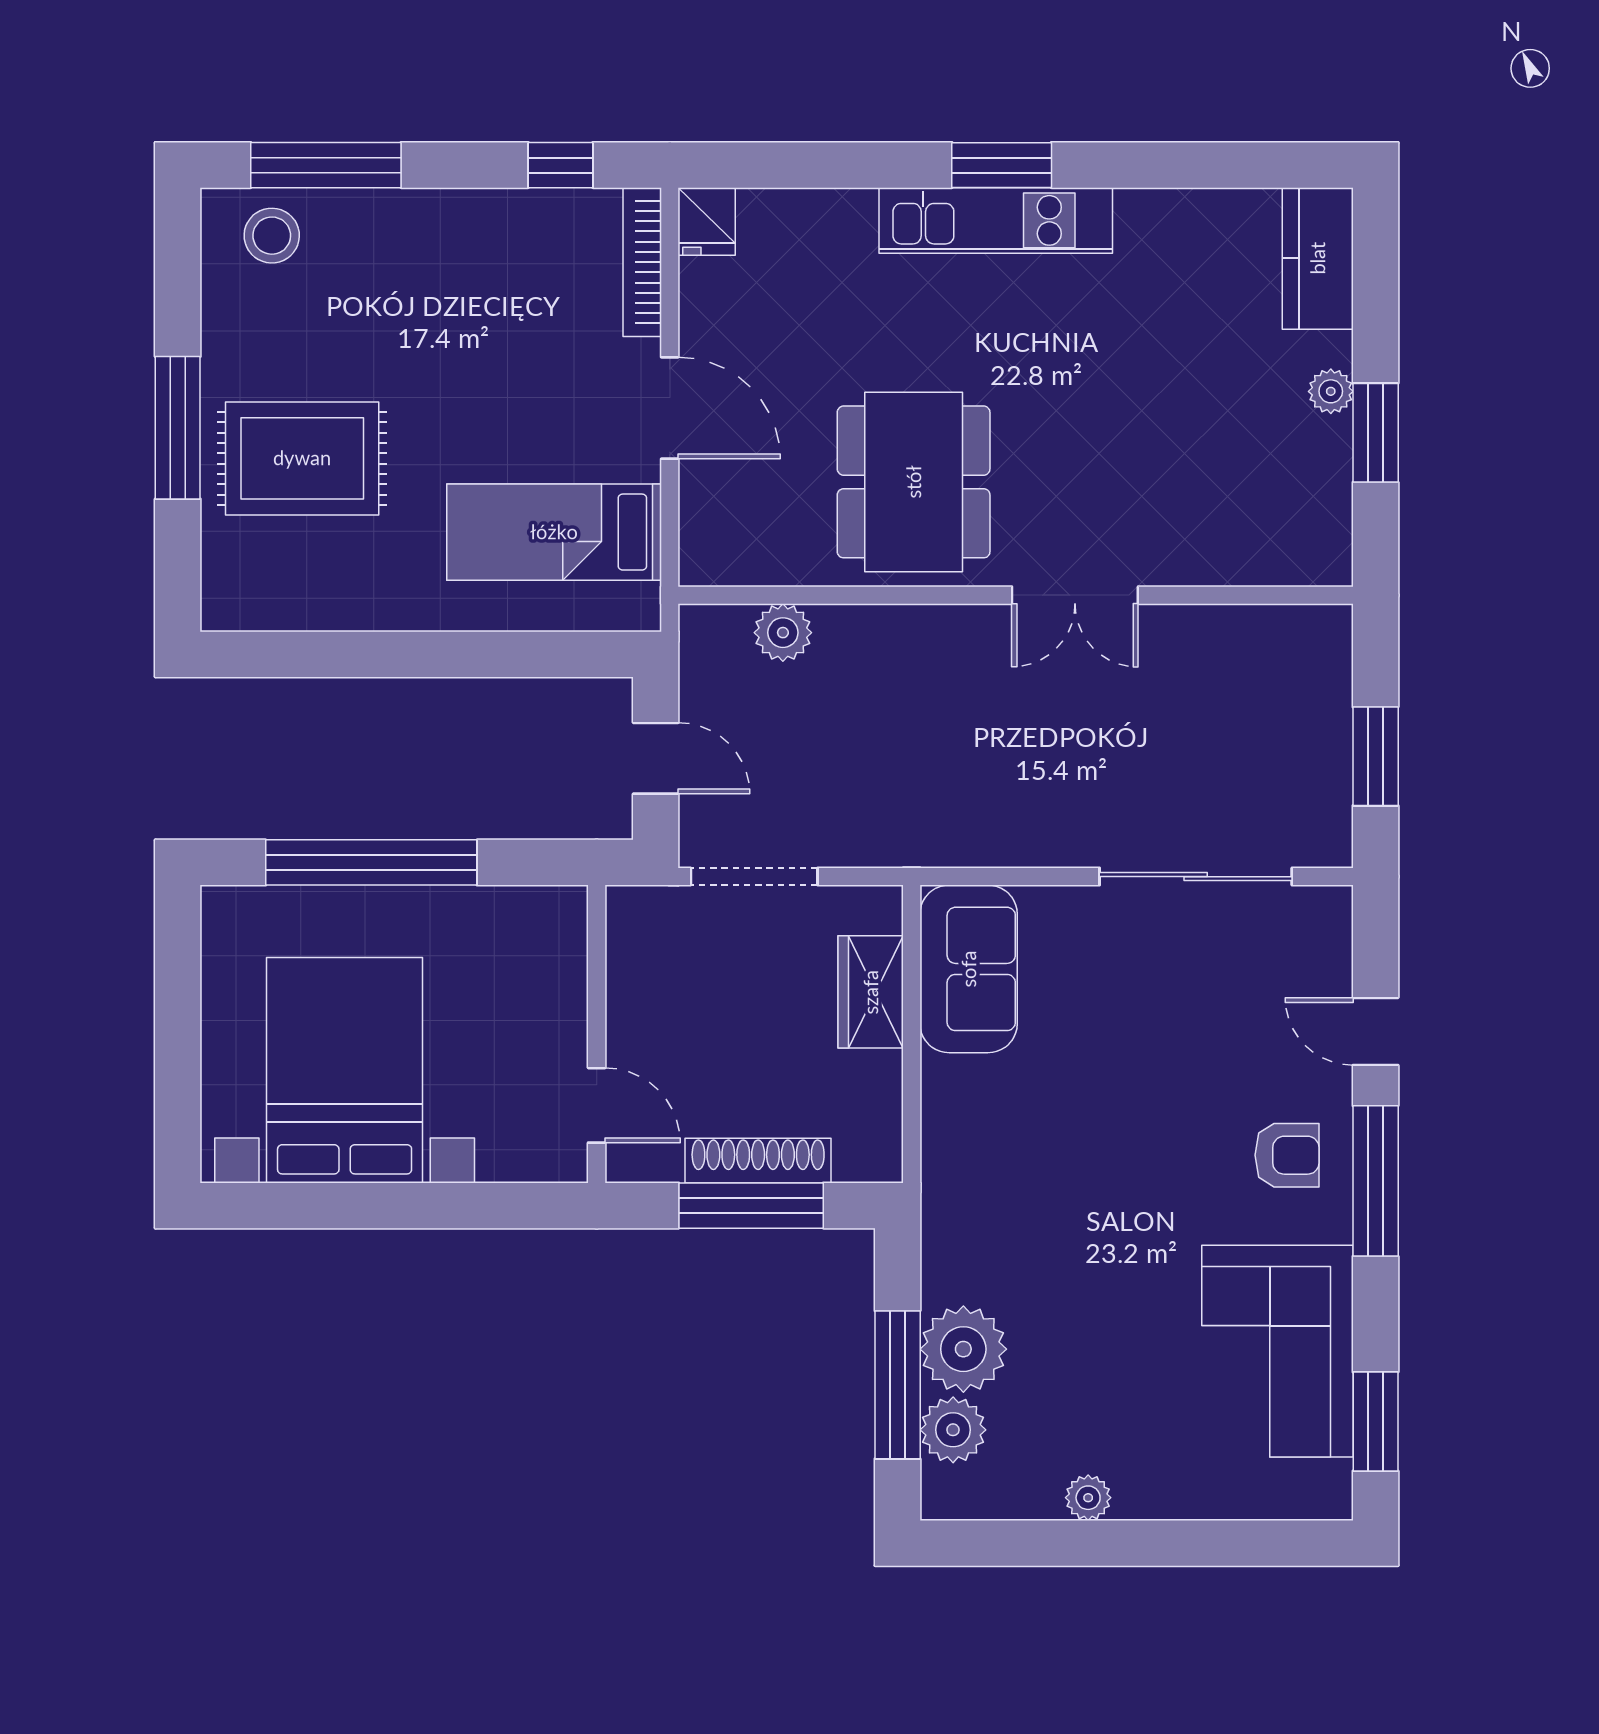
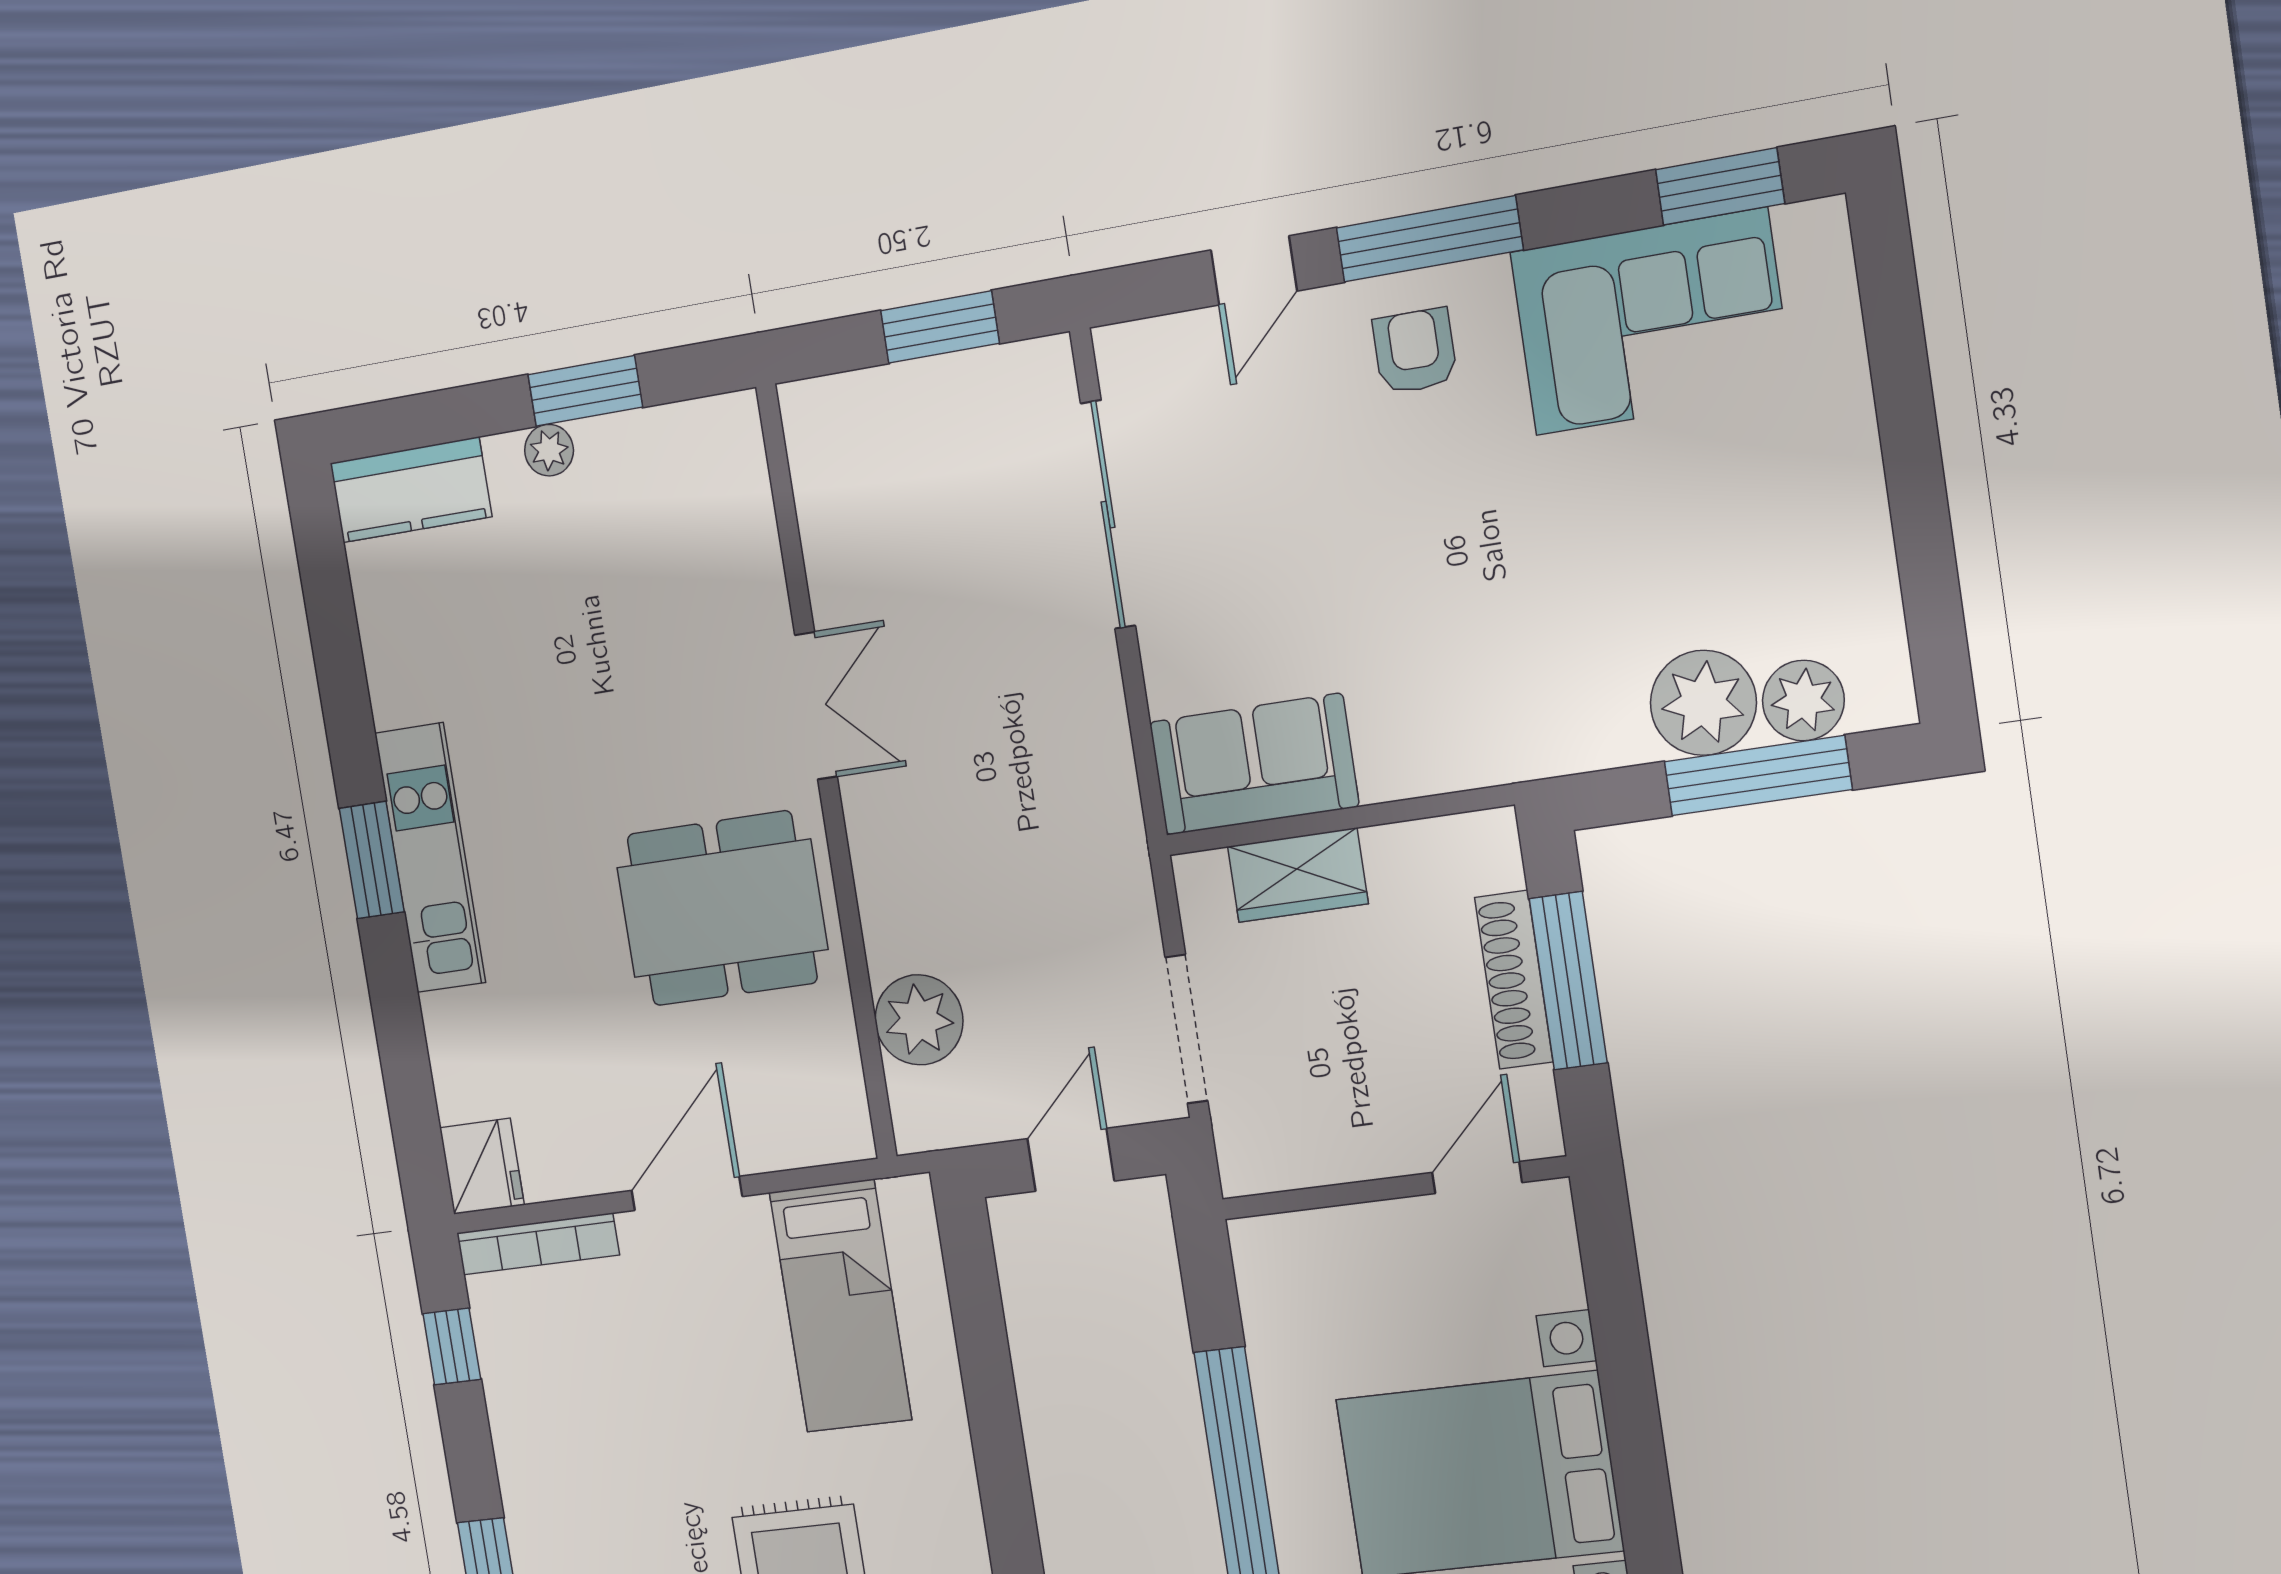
fridge: (707, 221) -> (482, 1166), width x1.38
plant: (783, 633) -> (919, 1020), width x1.36, depth x1.36
plant: (1088, 1498) -> (1864, 523), removed

